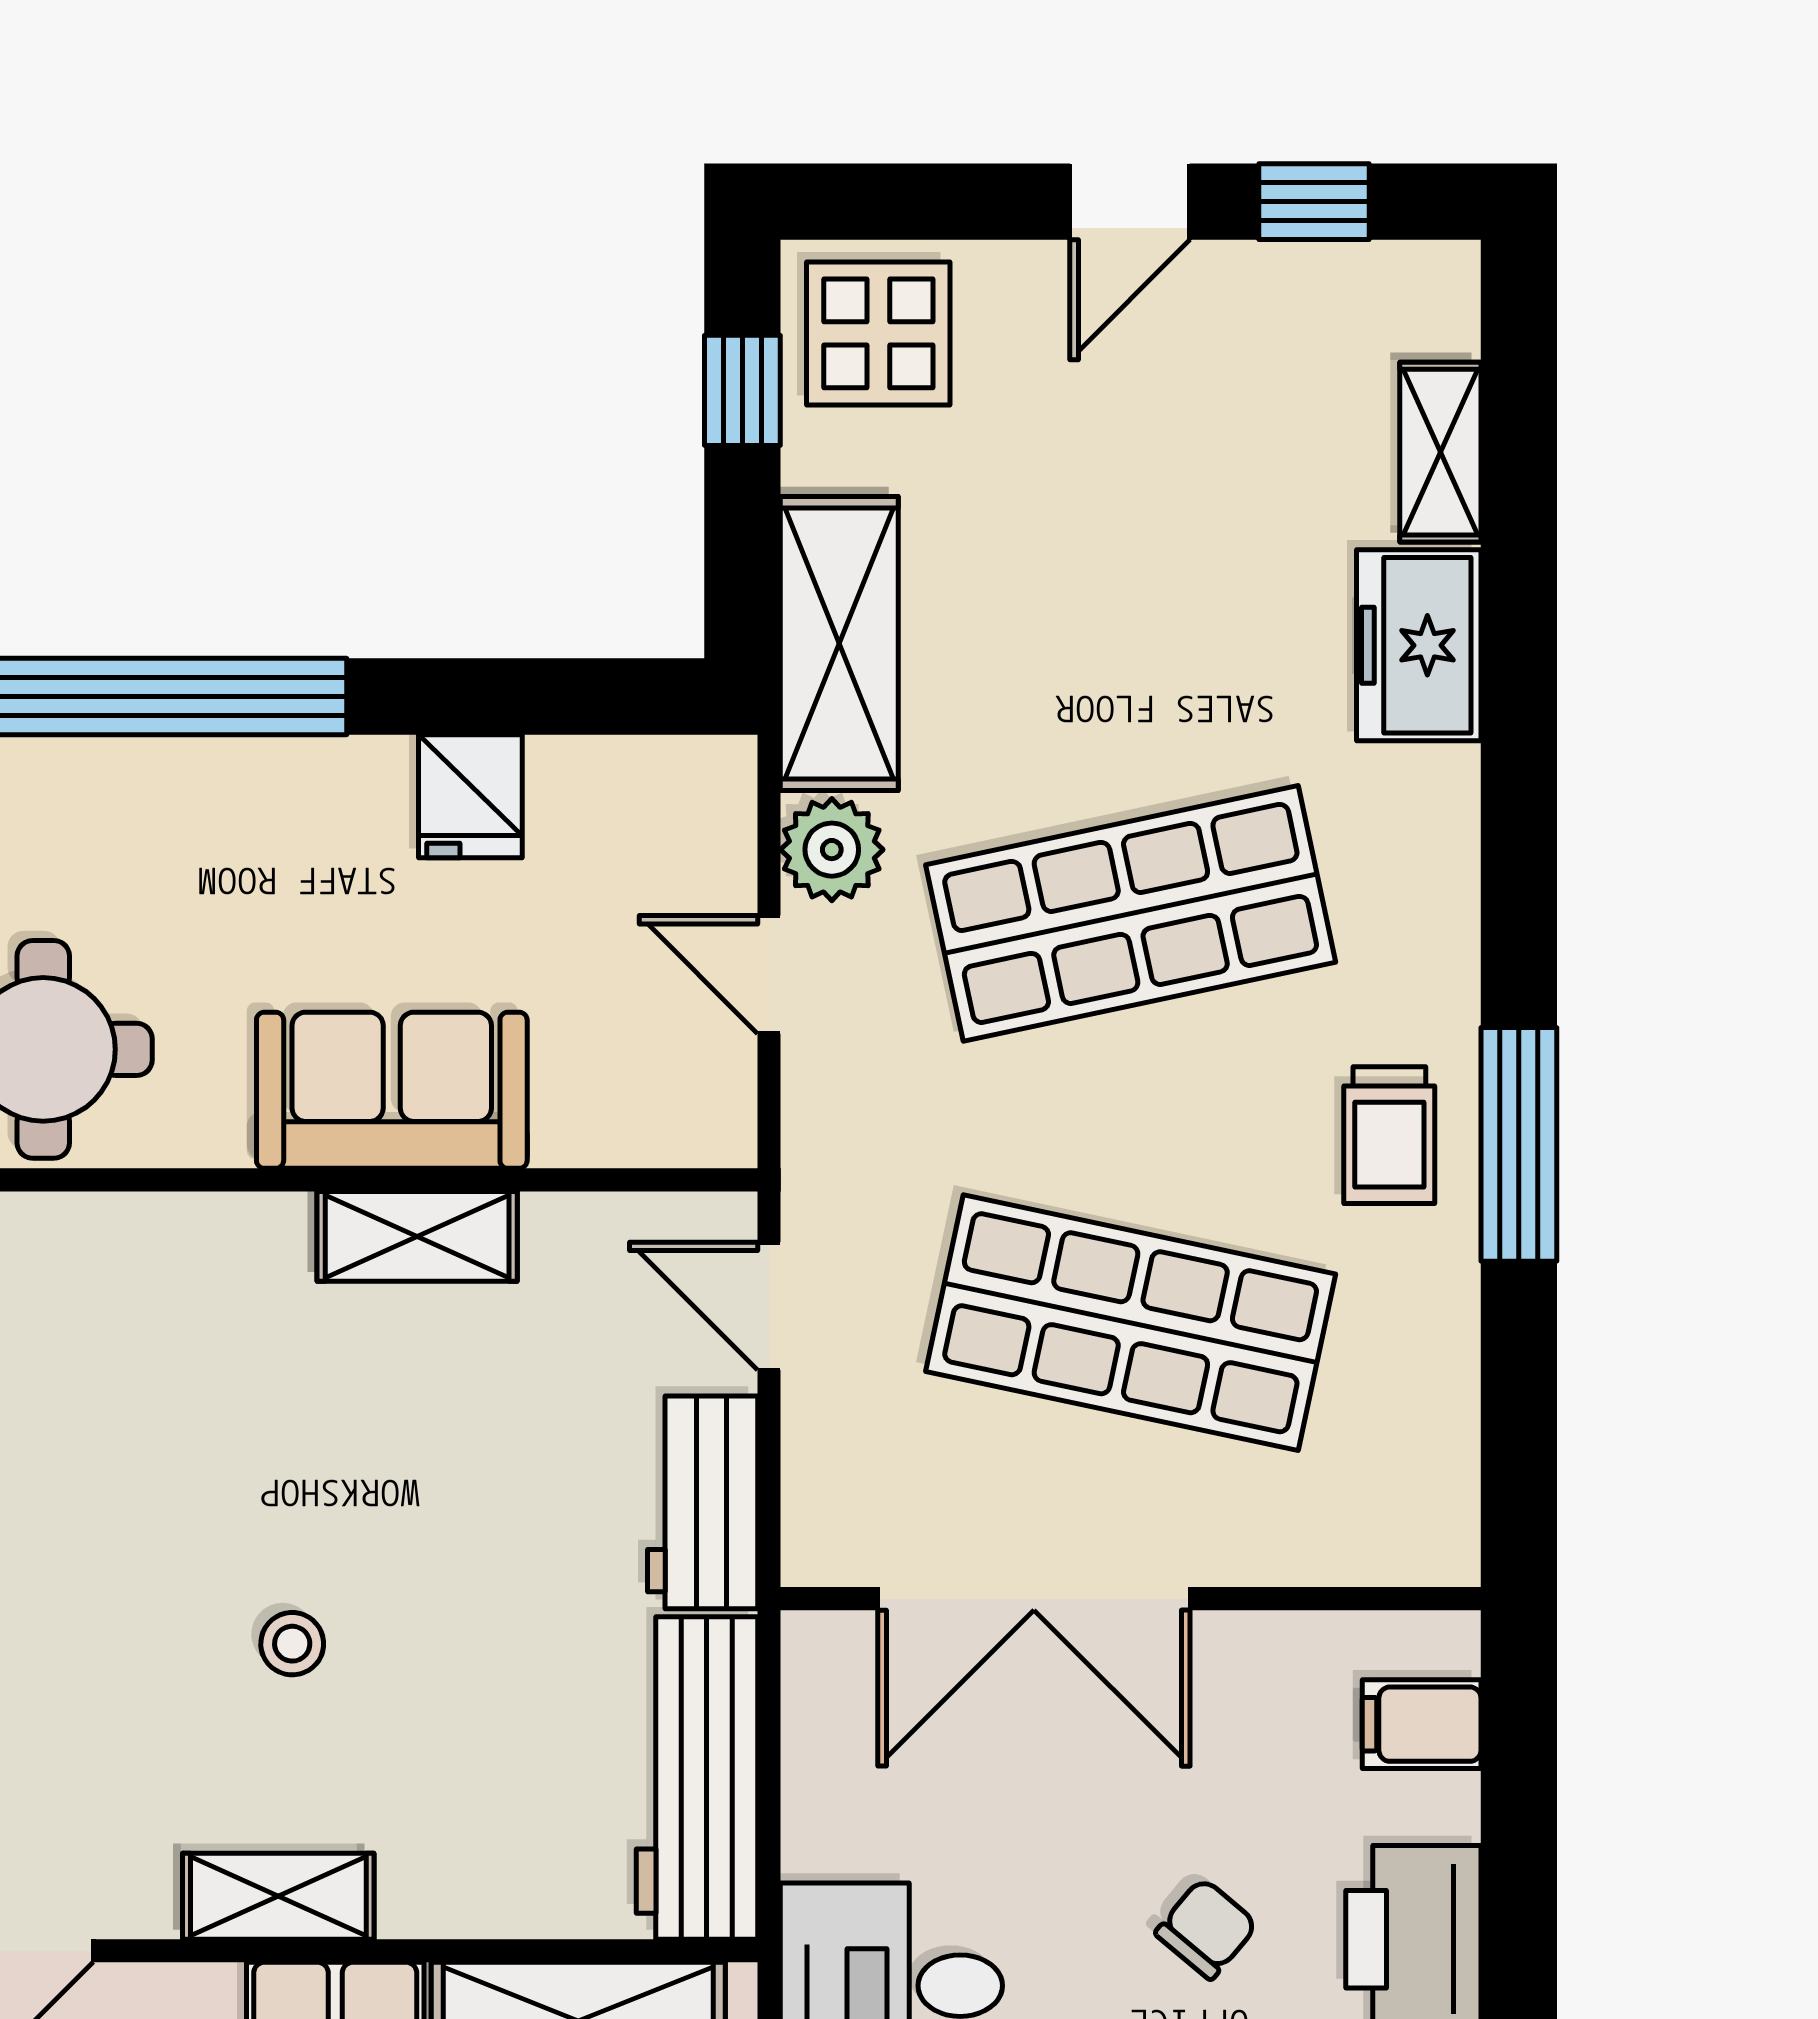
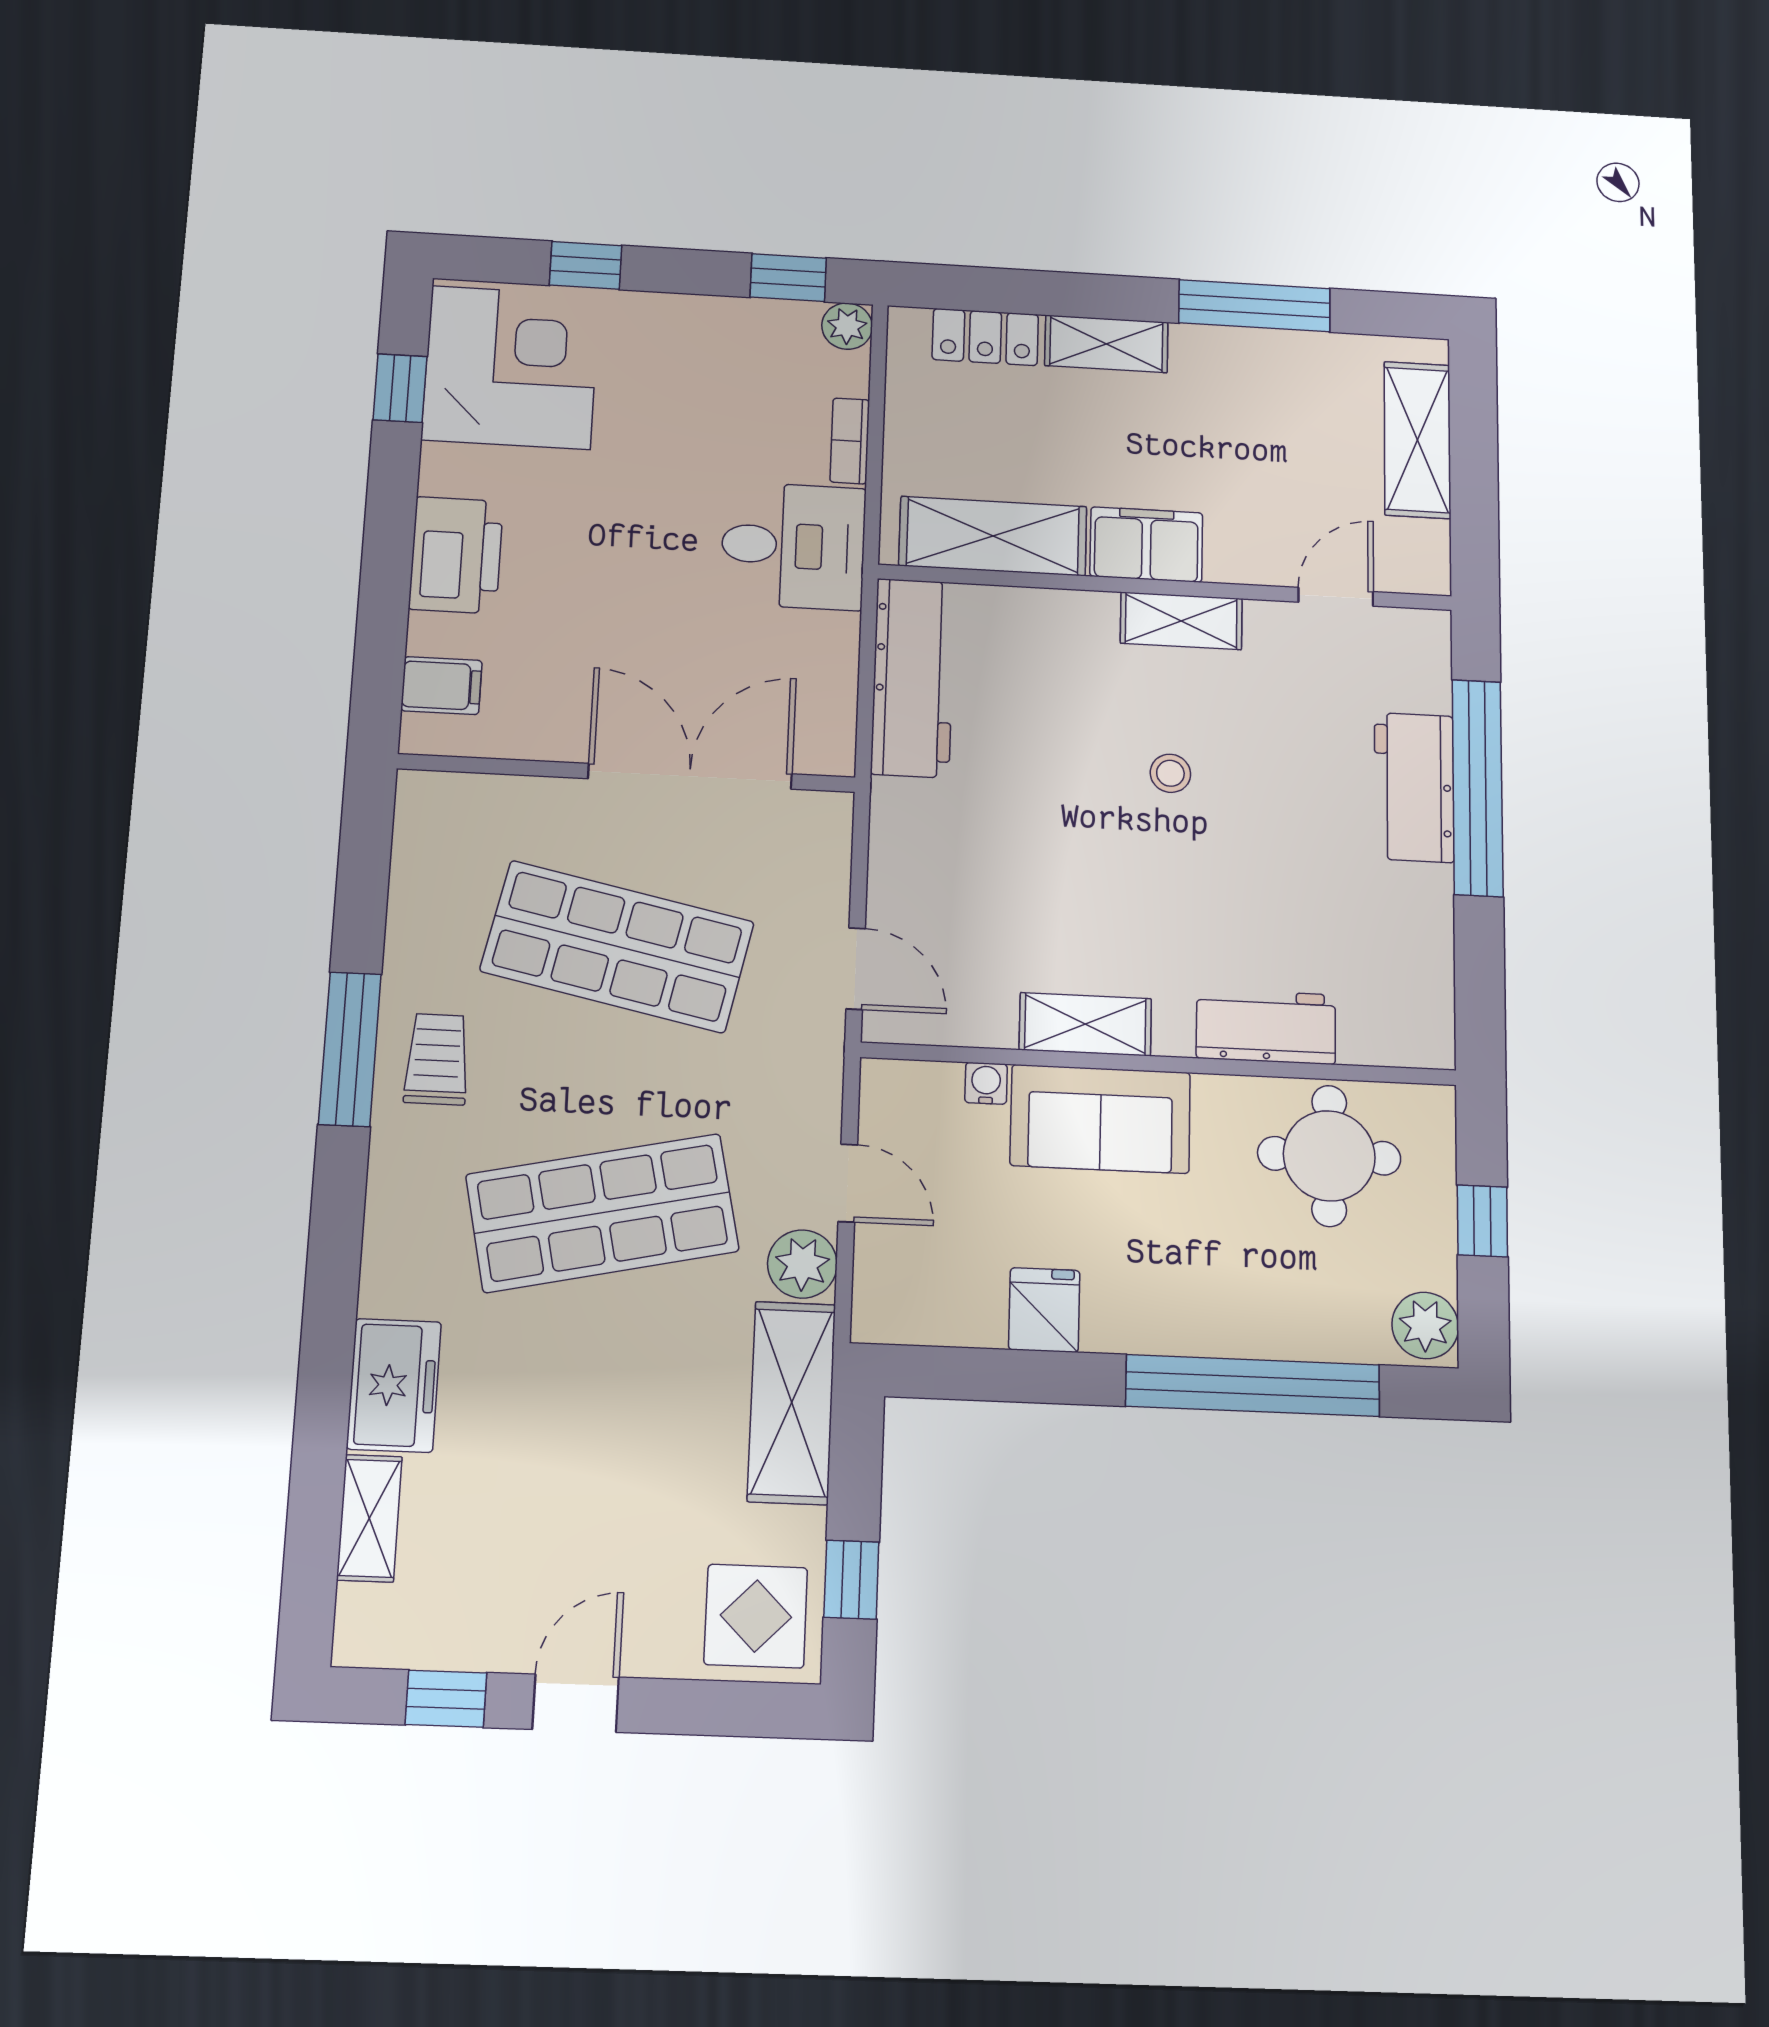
water cooler: (566, 1137) -> (986, 1083), added
workbench: (703, 1502) -> (1266, 1026), moved, turned -90
chair: (1206, 1929) -> (589, 569), removed

